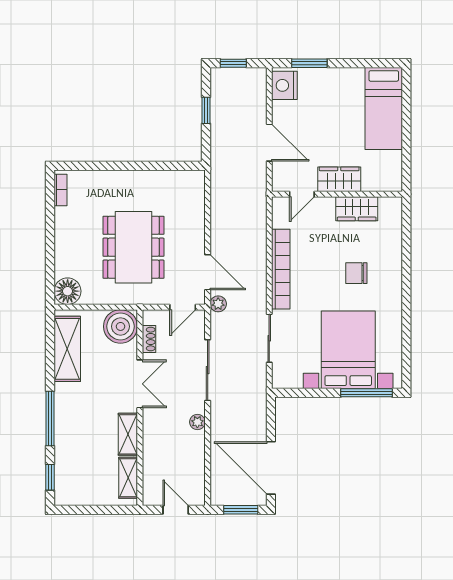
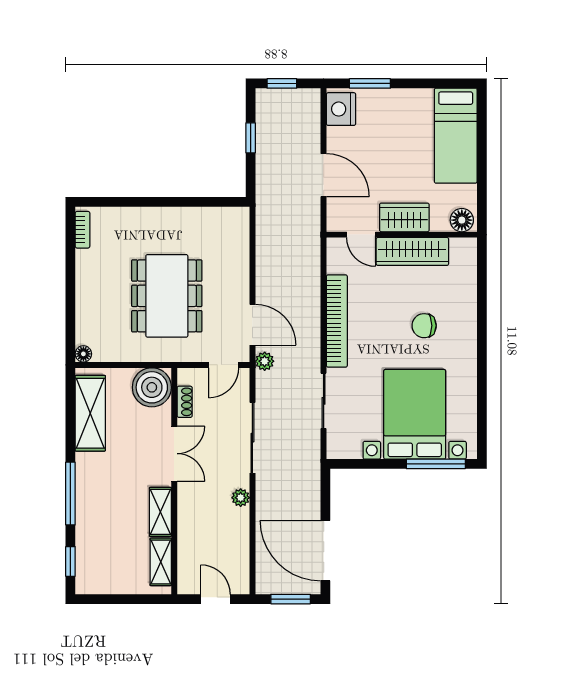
floor lamp: (389, 182) -> (462, 220), added
door: (302, 194) -> (361, 235), hinge flipped
wardrobe: (357, 209) -> (412, 251), width x1.50
floor lamp: (68, 291) -> (83, 354), width x0.53, depth x0.53

